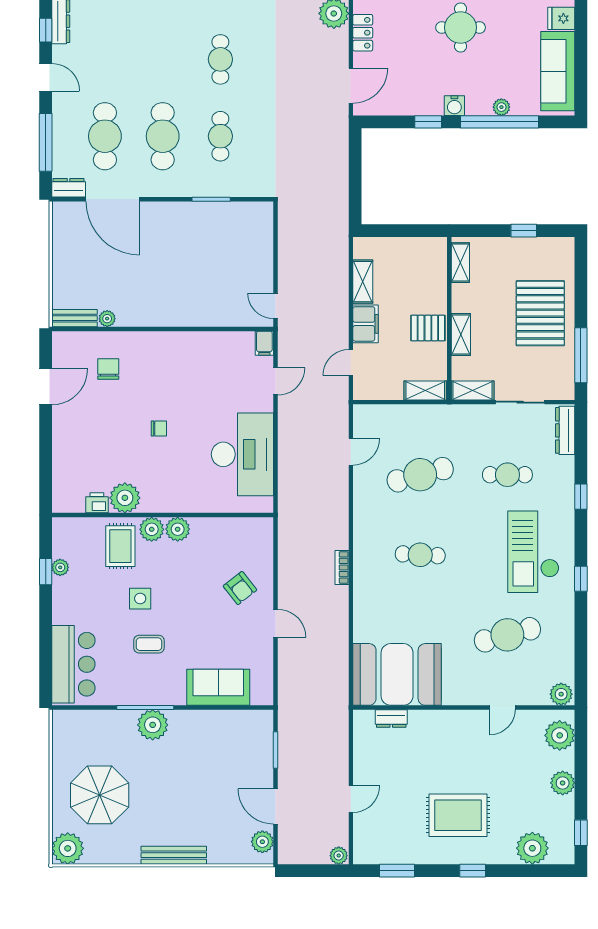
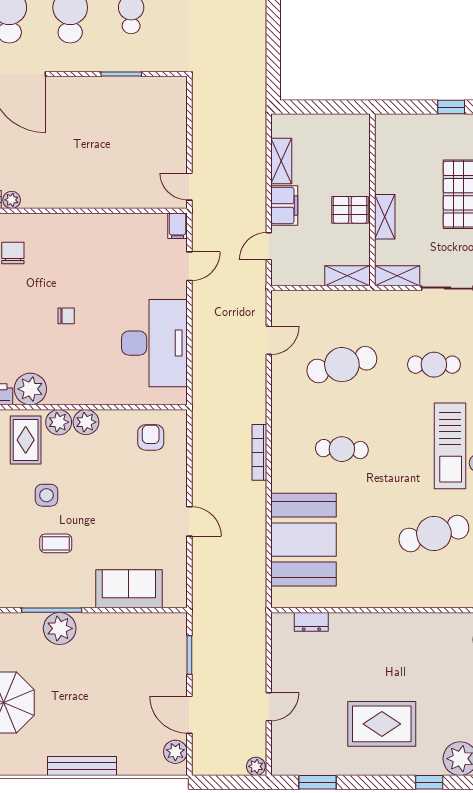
shelving: (460, 263) -> (384, 141), removed
bookcase: (342, 568) -> (259, 452), width x1.56
armchair: (240, 588) -> (151, 437), moved, turned -142
booth: (397, 674) -> (304, 540), moved, turned 90
door: (502, 707) -> (429, 610), removed
window: (473, 871) -> (429, 782), moved

